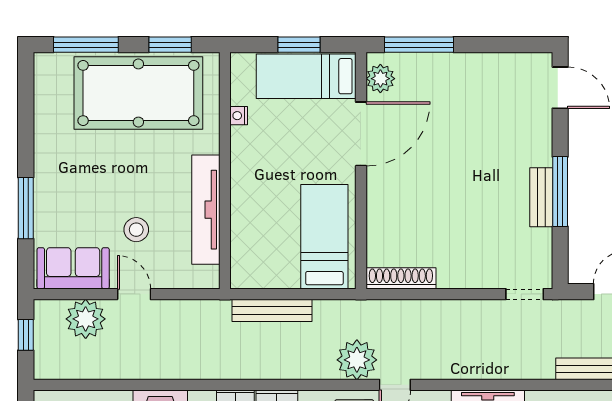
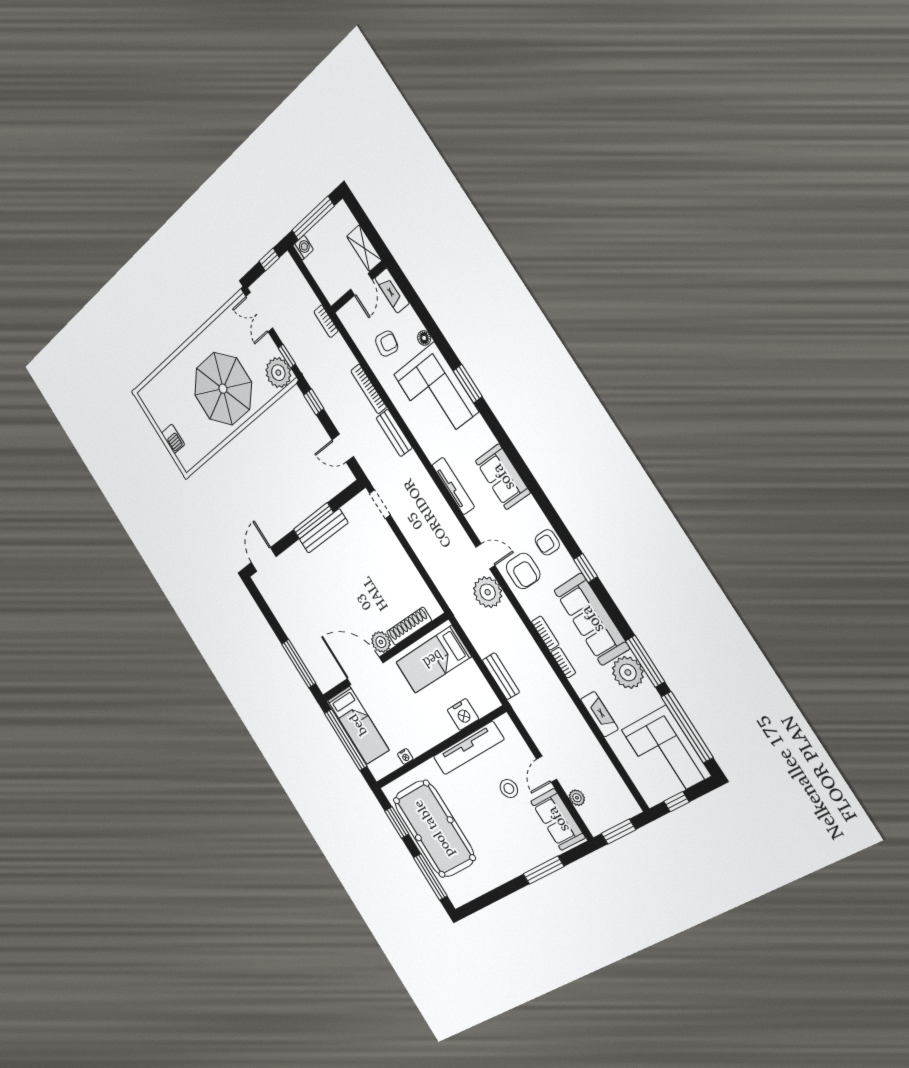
window: (299, 45) -> (346, 740), width x2.11
plant: (380, 79) -> (381, 642), moved
bench: (541, 197) -> (324, 531), width x1.36
nightstand: (246, 230) -> (463, 714), added
shoe rack: (401, 278) -> (409, 626), moved, turned 90
bench: (272, 310) -> (501, 676), width x0.73
plant: (86, 319) -> (577, 798), width x0.53, depth x0.53
window: (26, 335) -> (619, 832), width x1.50

